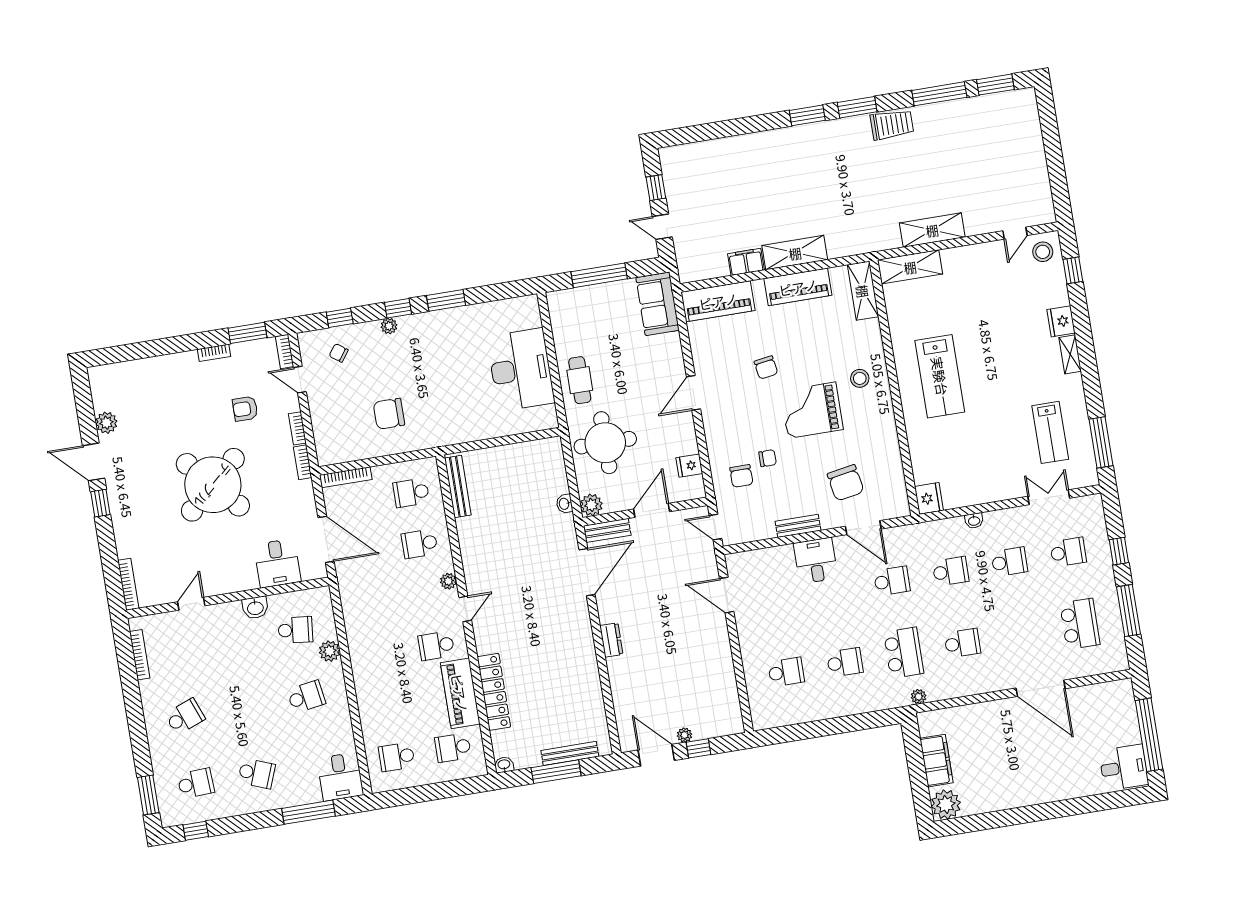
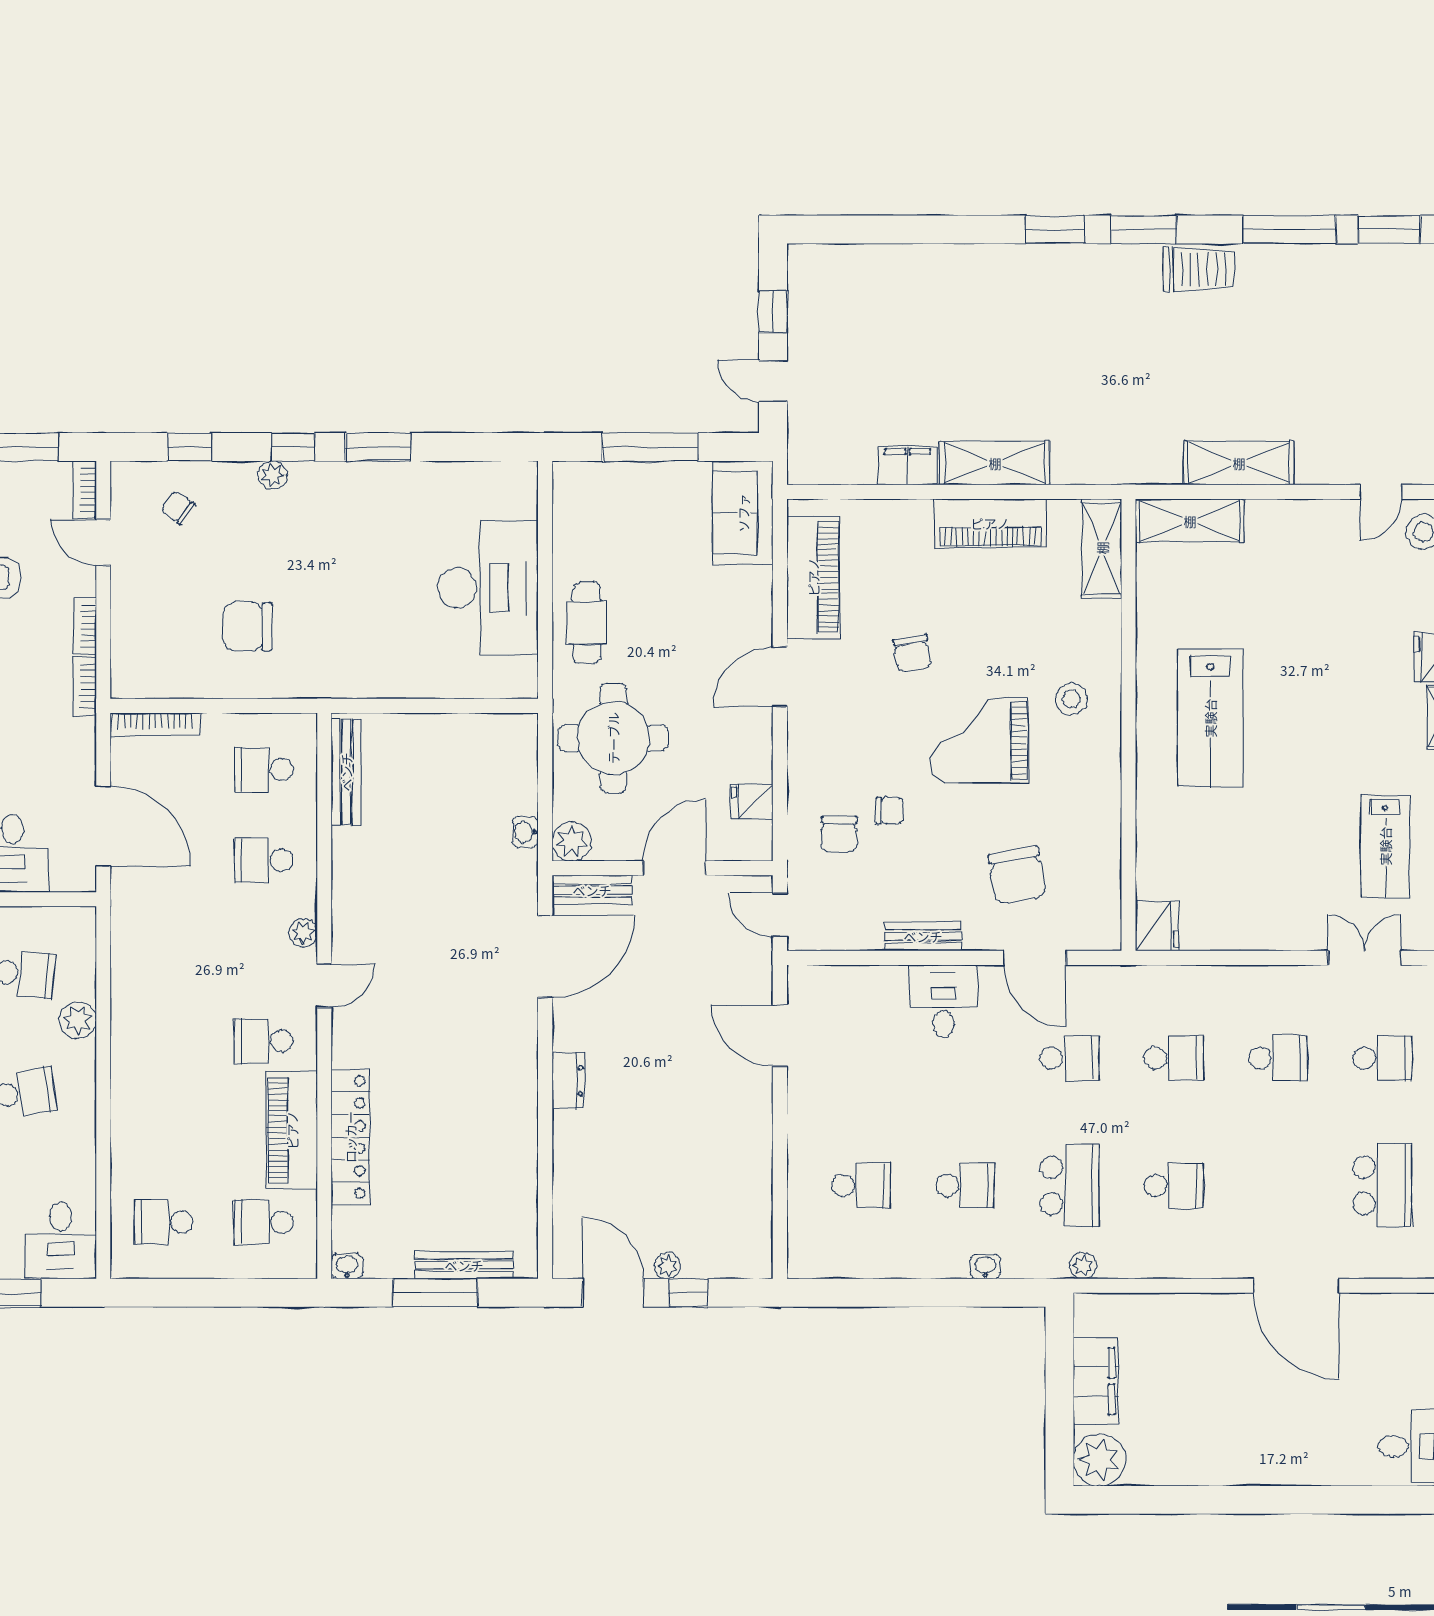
piano: (718, 301) -> (813, 577), moved, turned -90
washbasin: (974, 521) -> (985, 1267), moved, turned 180

